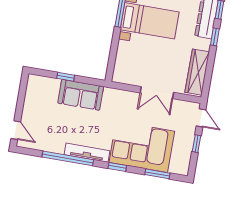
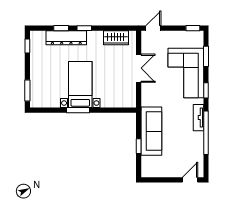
wardrobe: (197, 72) -> (116, 38), width x0.67
sofa: (81, 95) -> (151, 131), width x1.36
window: (196, 144) -> (193, 28), moved
tv unit: (87, 153) -> (198, 118), width x0.71

